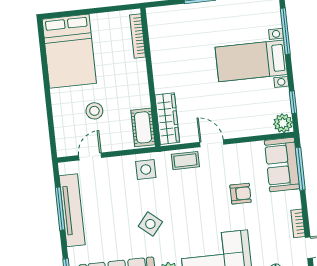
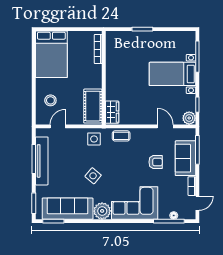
stool: (94, 111) -> (50, 100), moved
wardrobe: (167, 119) -> (112, 112), width x0.67
cot: (143, 127) -> (93, 106), width x1.37, depth x1.34
door: (212, 143) -> (165, 126), moved
sofa: (282, 165) -> (186, 158), moved

